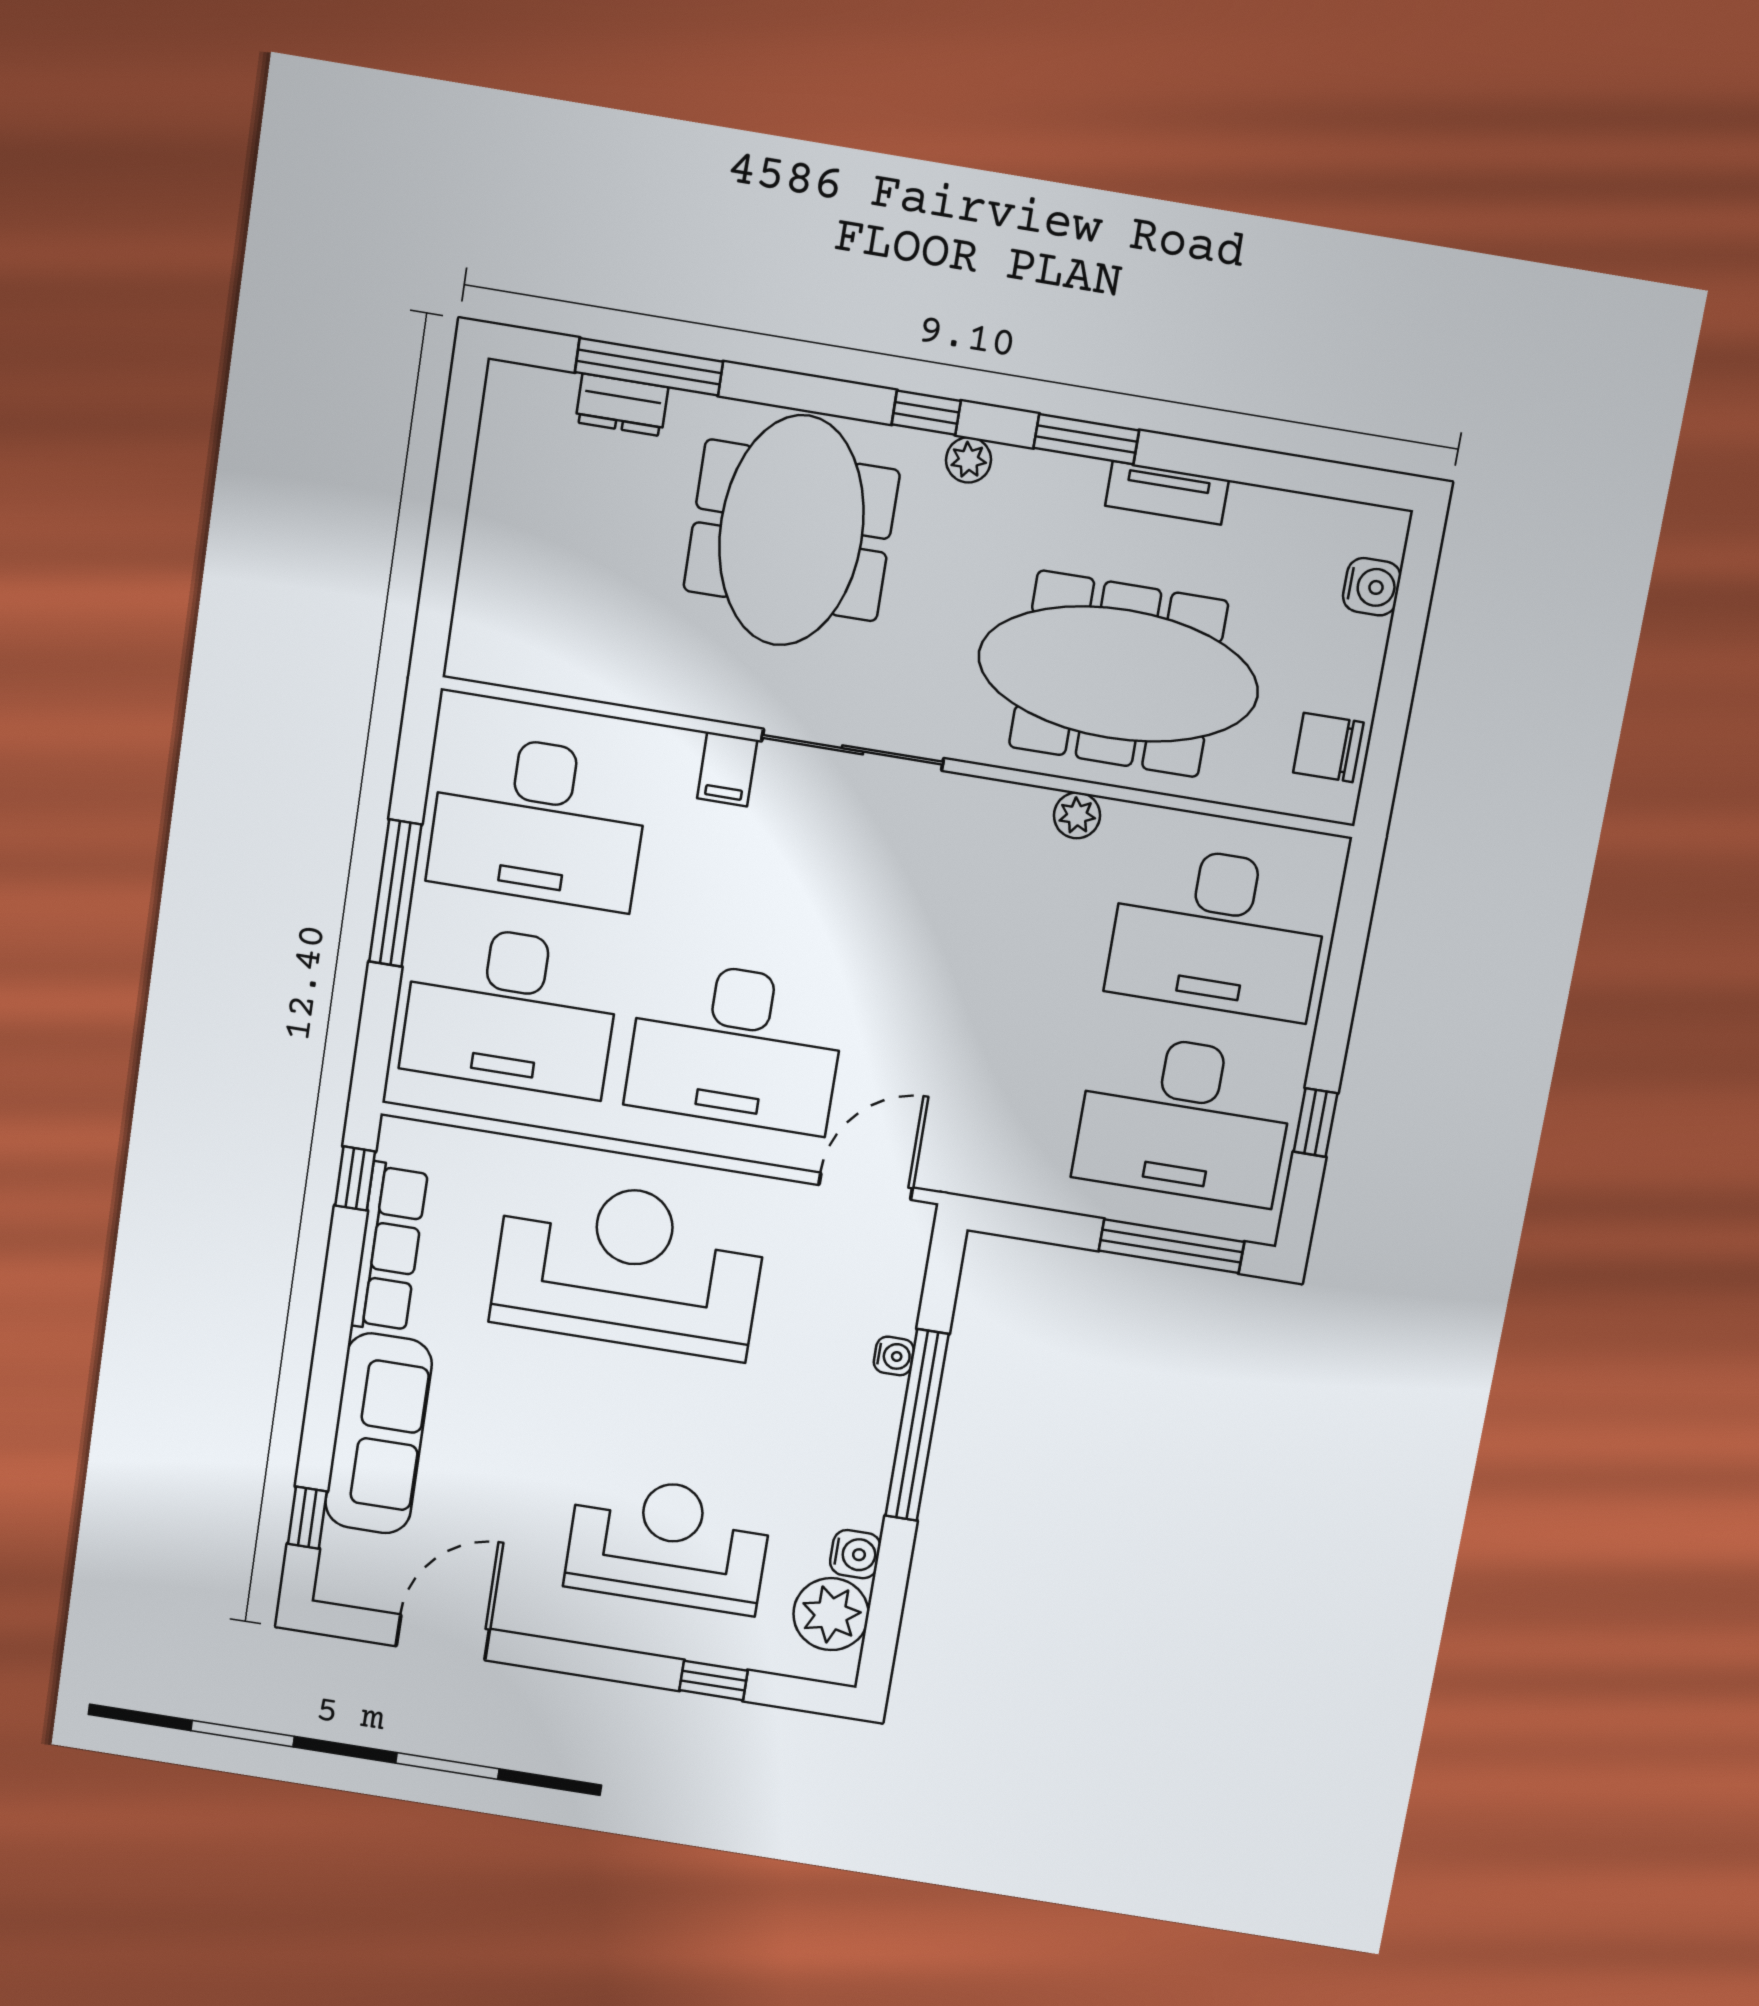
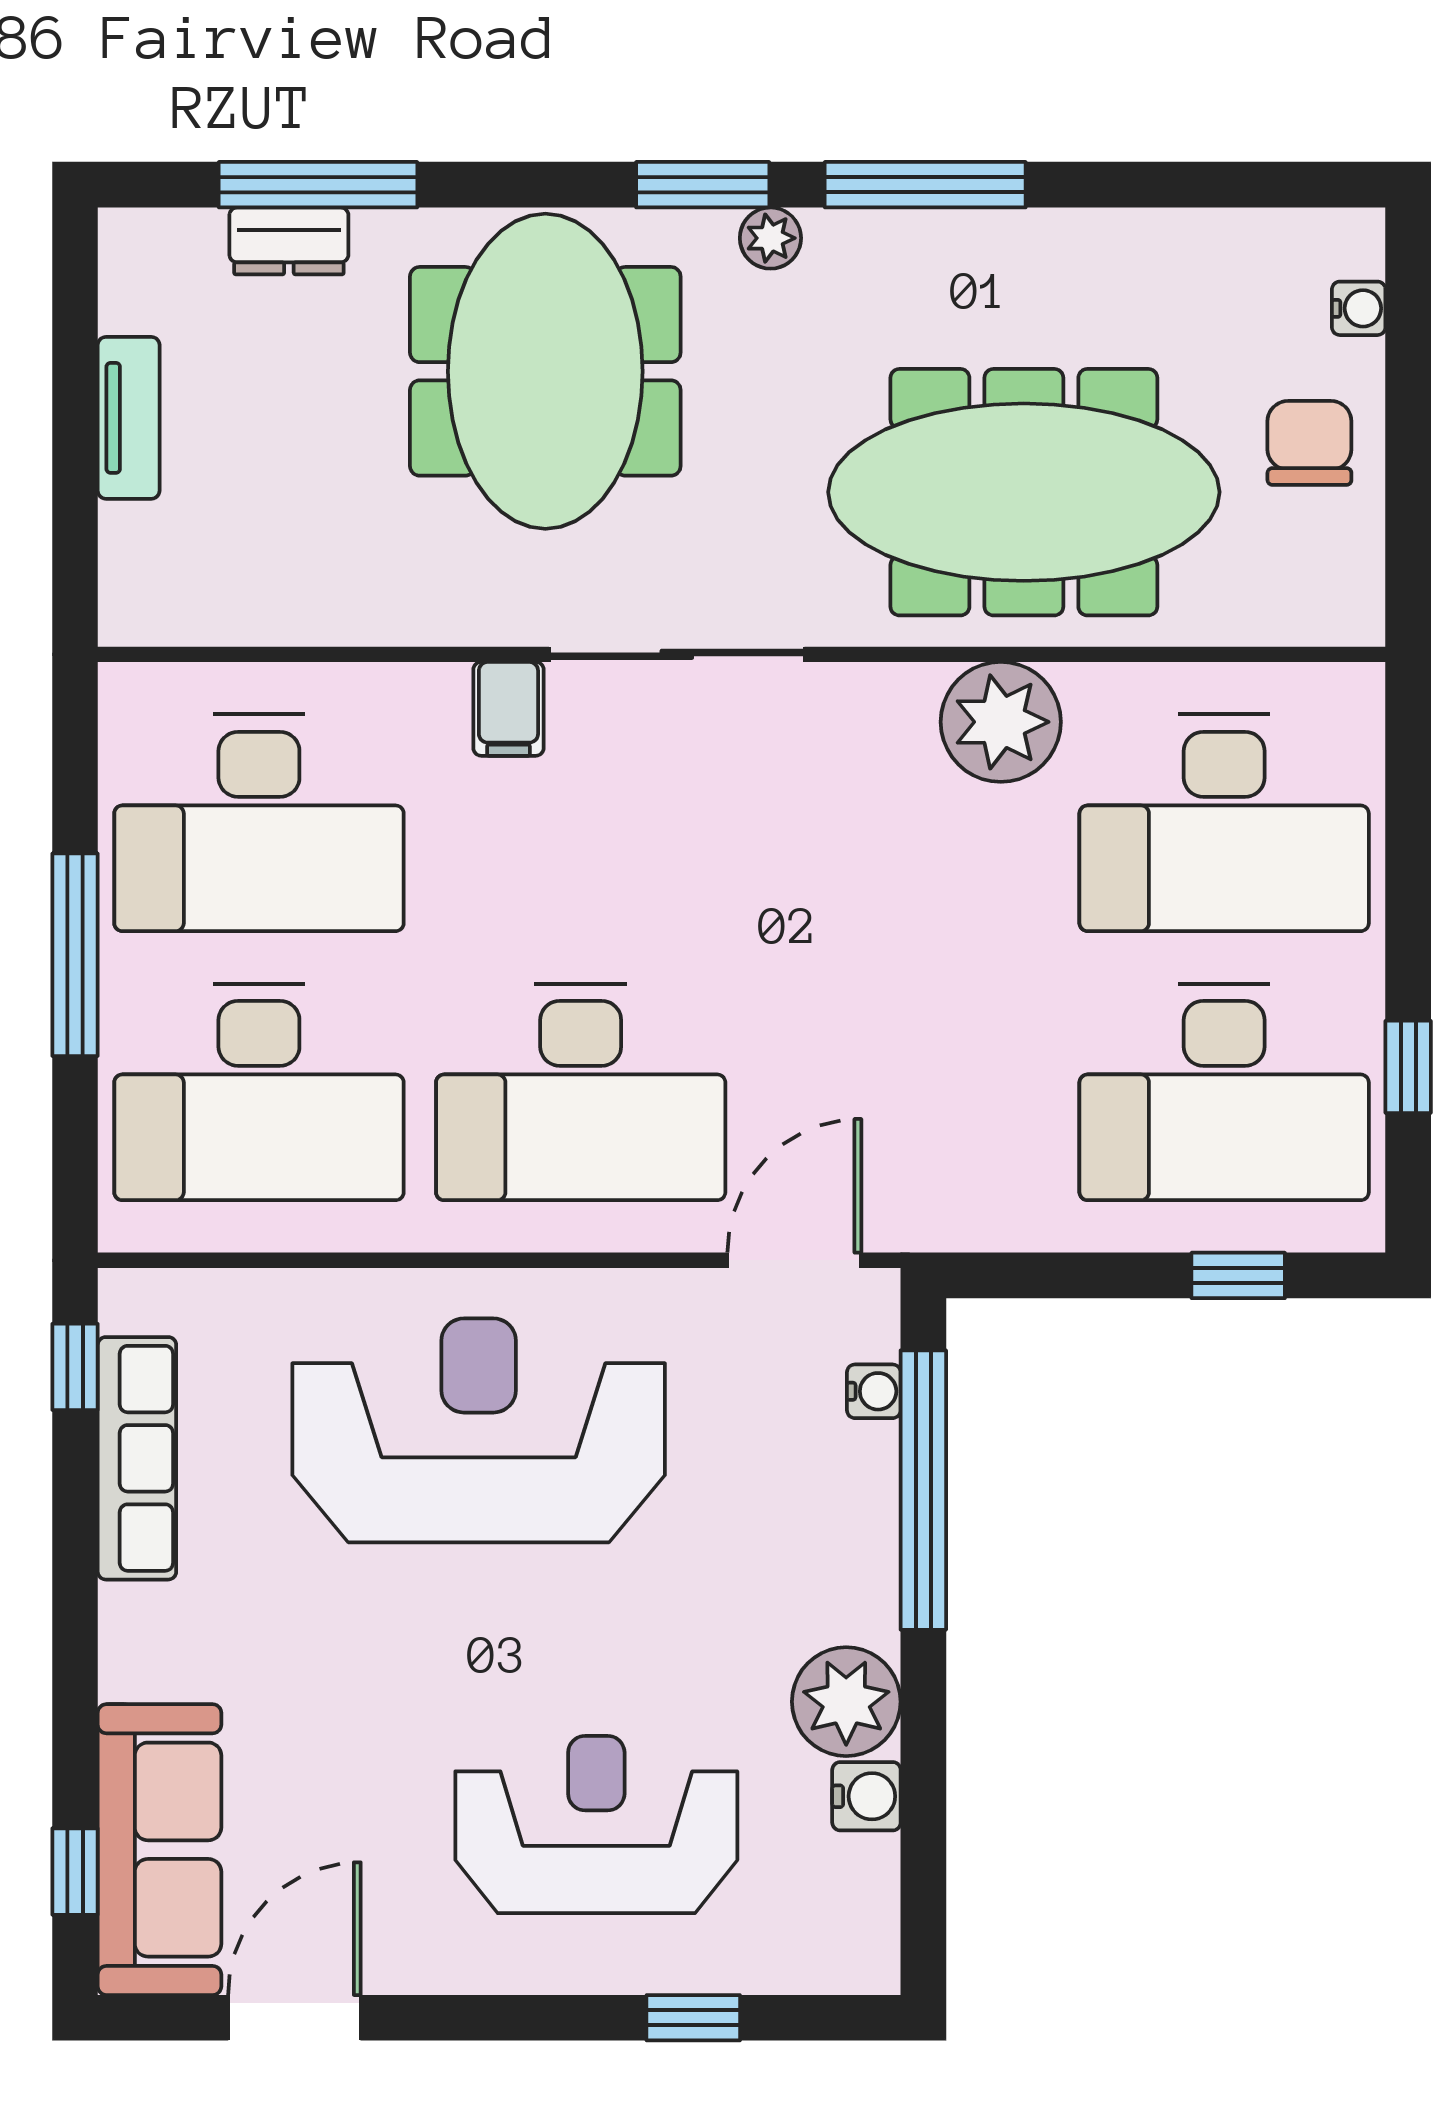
window: (926, 413) -> (703, 185), width x1.50
window: (1086, 439) -> (925, 185), width x1.44
tv unit: (1167, 493) -> (129, 418), moved, turned -90
water cooler: (1372, 587) -> (1359, 308), width x0.72, depth x0.72
chair: (1328, 747) -> (1309, 443), moved, turned 90
plant: (1077, 815) -> (1001, 722), width x1.88, depth x1.88
window: (1171, 1246) -> (1238, 1275), width x0.46
water cooler: (894, 1356) -> (874, 1391), moved
window: (917, 1425) -> (923, 1490), moved
sofa: (379, 1434) -> (160, 1850), moved
plant: (831, 1614) -> (846, 1702), moved

